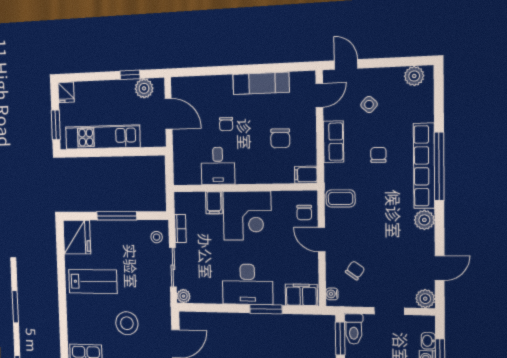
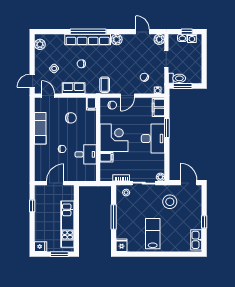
plant: (144, 88) -> (40, 198), removed
fridge: (77, 237) -> (122, 245), width x0.53, depth x0.75
stool: (127, 323) -> (170, 202), moved

